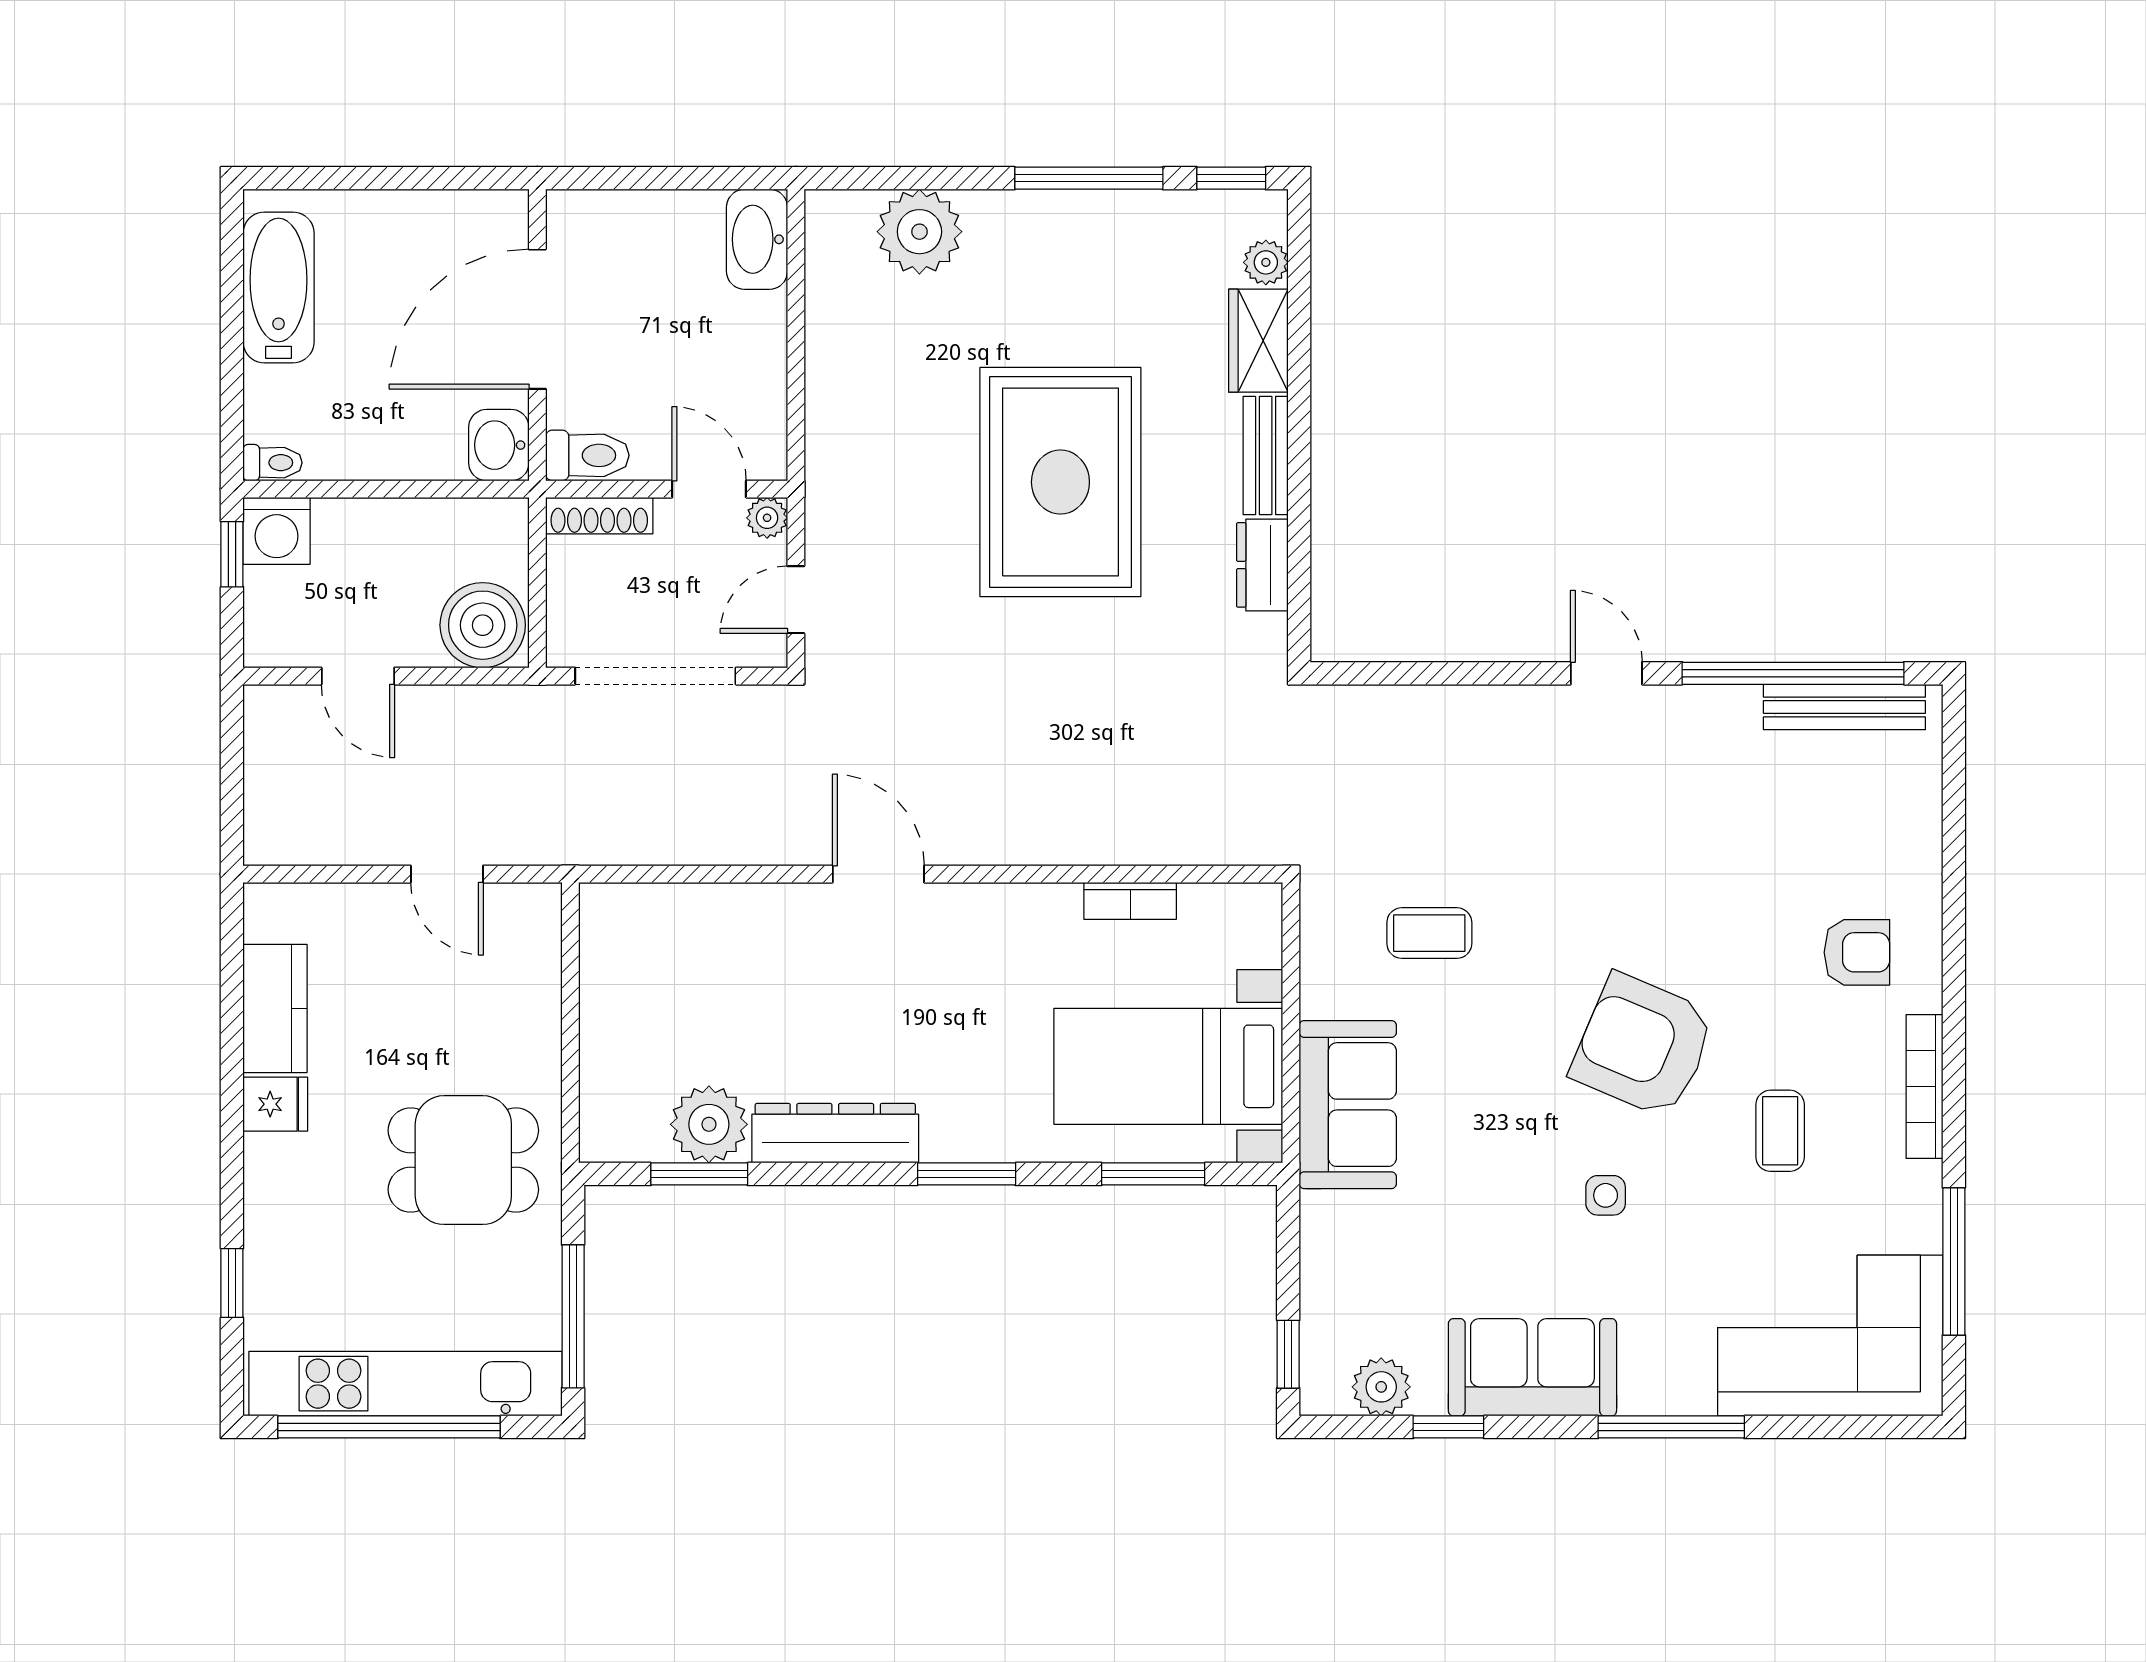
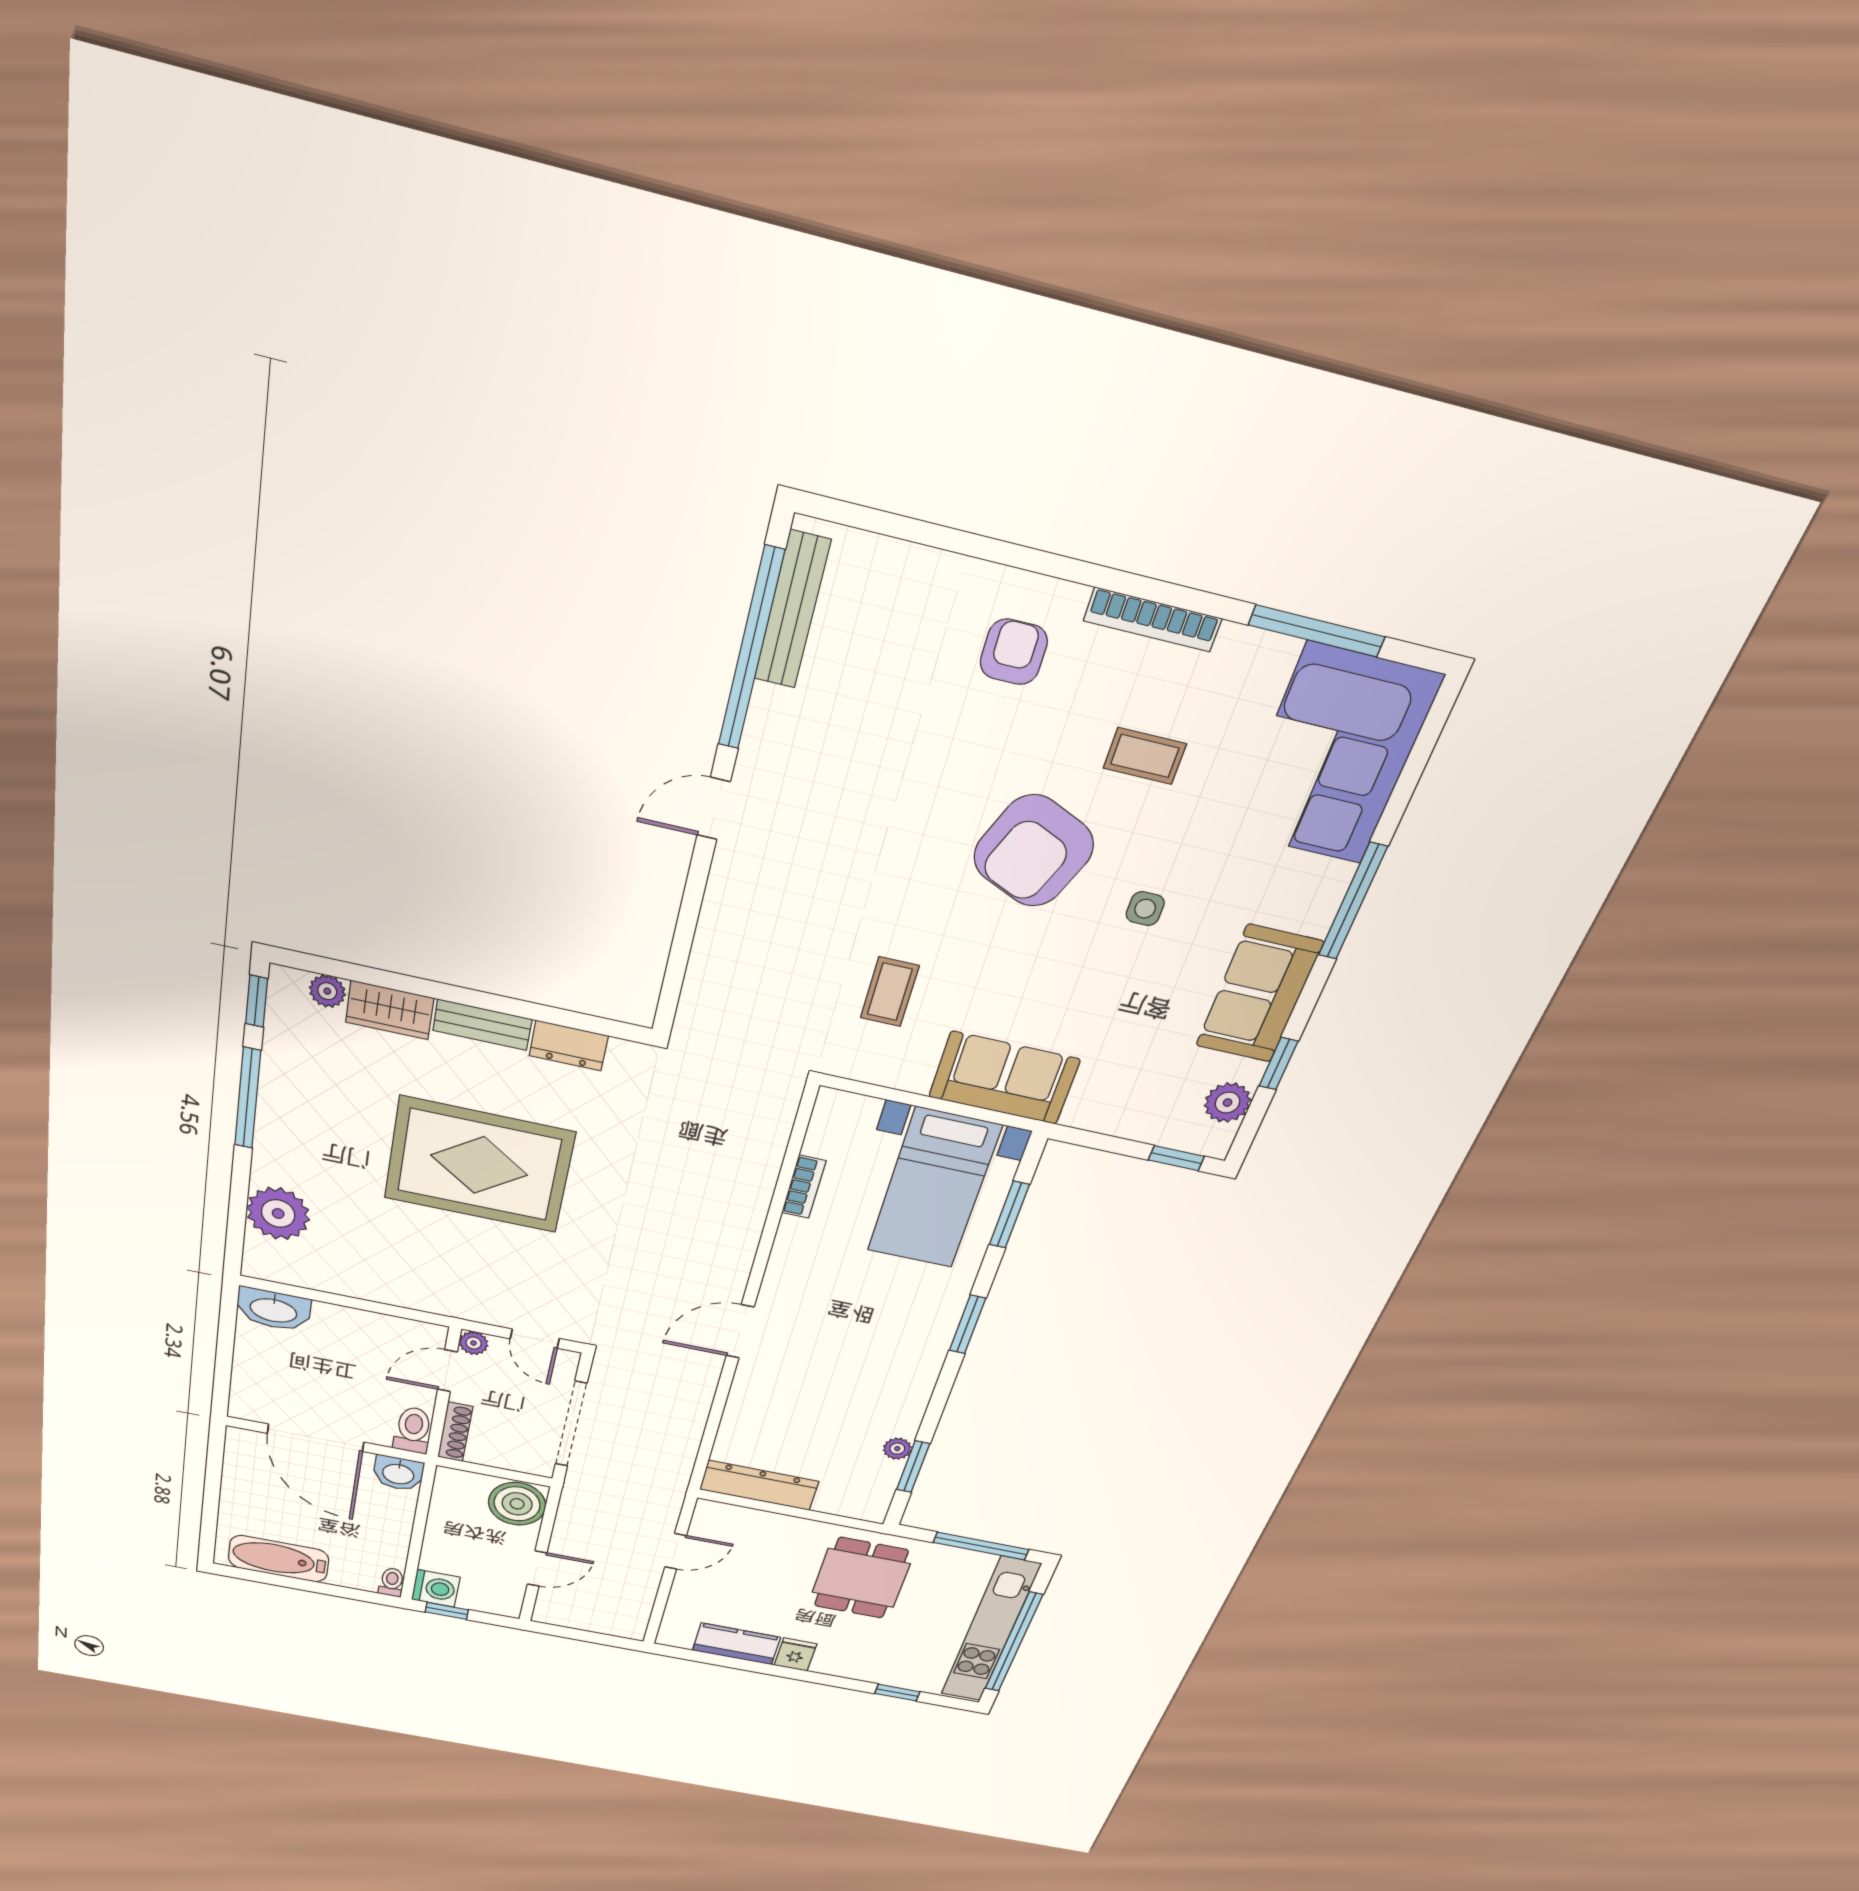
plant: (709, 1124) -> (897, 1449), width x0.53, depth x0.53
dresser: (835, 1133) -> (759, 1485), moved, turned 90

